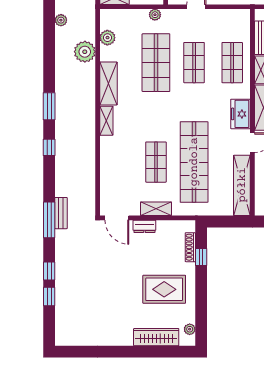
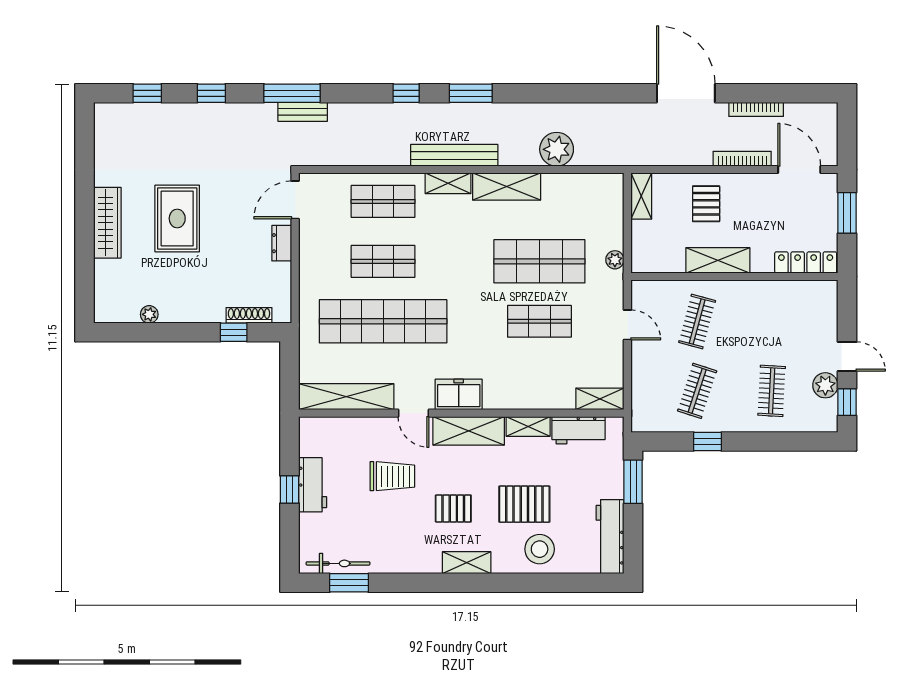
plant: (61, 20) -> (606, 112), removed
plant: (107, 38) -> (579, 185), removed
shop shelf: (232, 63) -> (383, 201), moved
bench: (89, 117) -> (454, 155), added
shelving: (156, 209) -> (600, 399), moved, turned 90
rug: (164, 289) -> (177, 218), moved
window: (49, 297) -> (147, 93), moved
plant: (190, 329) -> (149, 314), moved
wardrobe: (156, 337) -> (107, 223), moved

